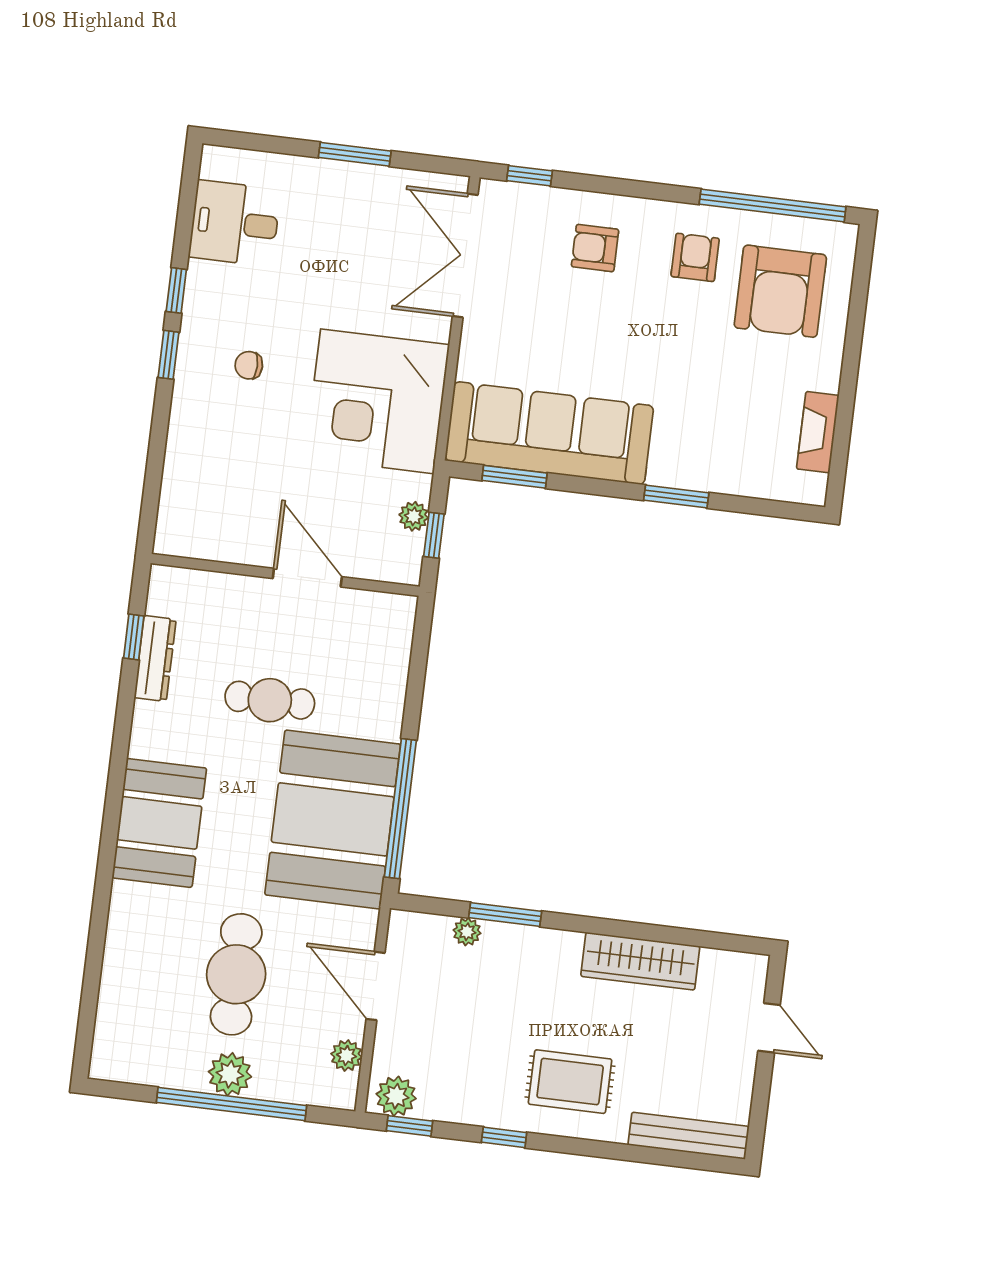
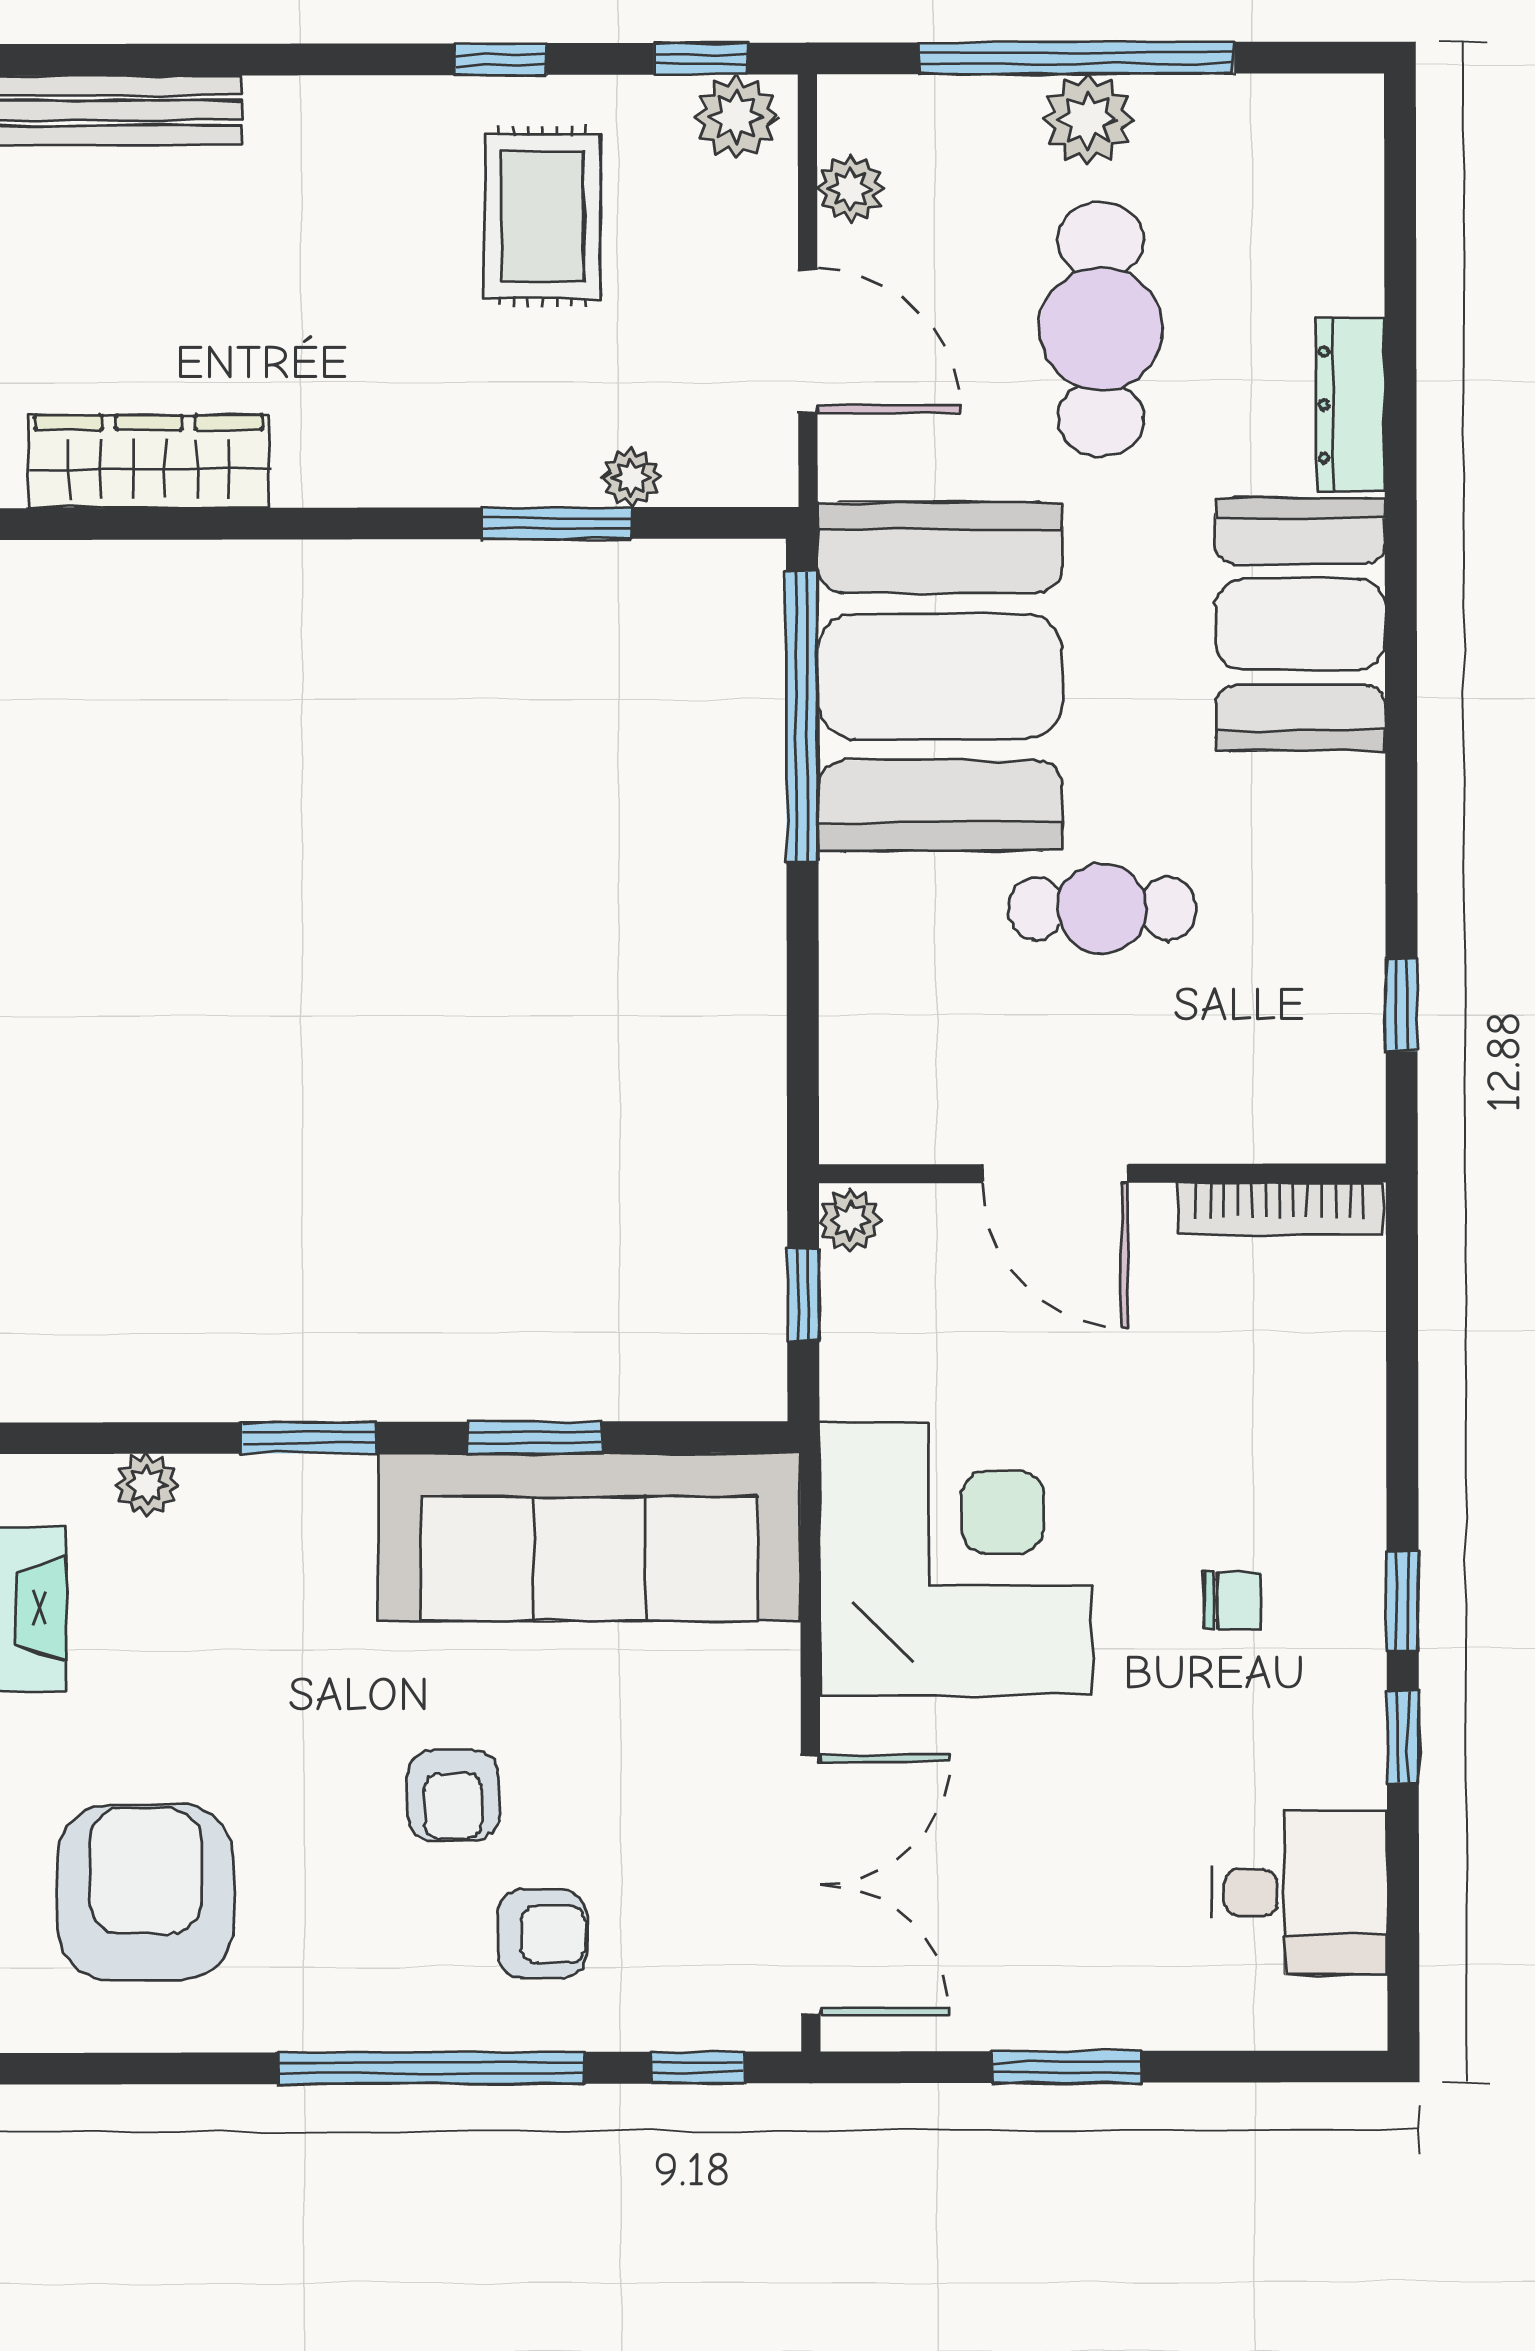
window: (773, 206) -> (431, 2068), moved
armchair: (695, 257) -> (453, 1795), moved
window: (514, 477) -> (535, 1437), moved
plant: (756, 484) -> (147, 1485), added
plant: (414, 516) -> (850, 1220), moved
bookcase: (203, 548) -> (1280, 1209), added
dresser: (155, 658) -> (1351, 405), moved
wardrobe: (640, 961) -> (149, 461), moved
rug: (570, 1082) -> (542, 216), moved, turned 90

